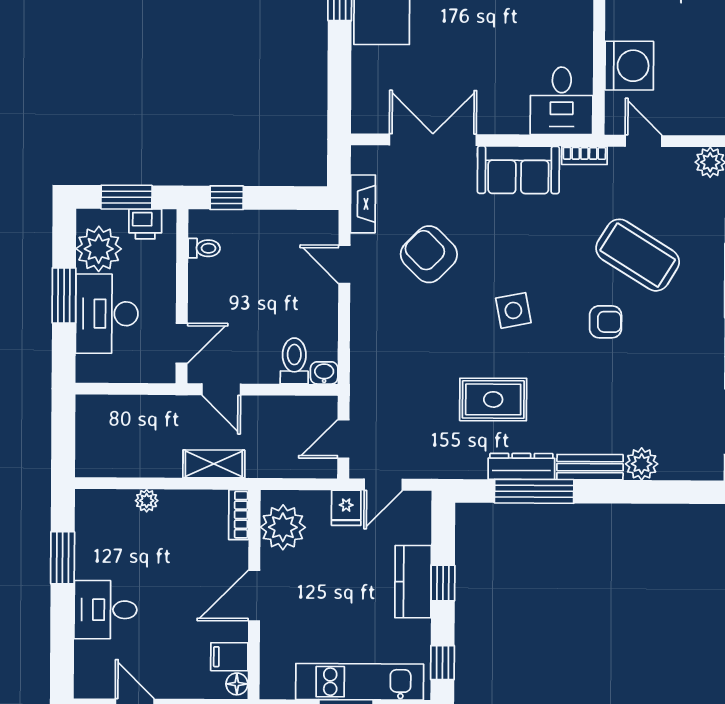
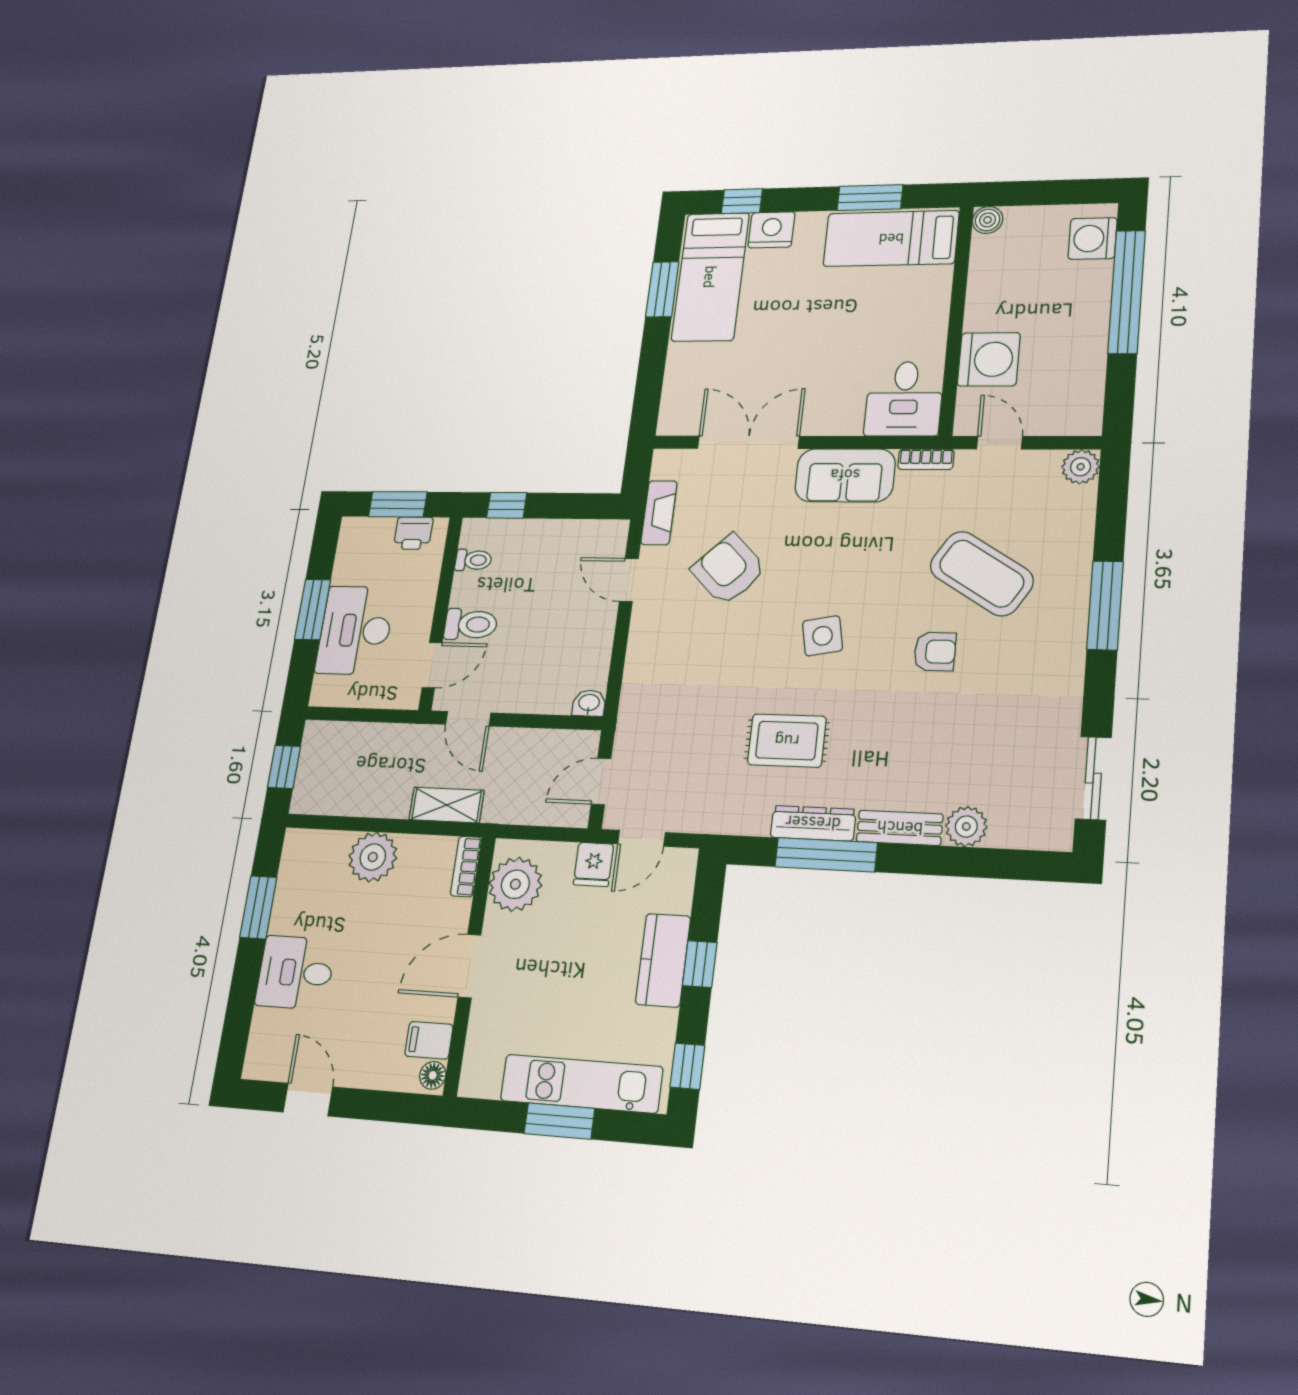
plant: (99, 249) -> (359, 560), removed
toilet: (294, 361) -> (471, 624), moved, turned 90
window: (63, 437) -> (284, 767), added
plant: (147, 501) -> (373, 857), width x1.88, depth x1.88

